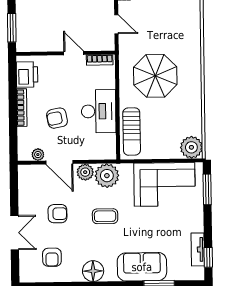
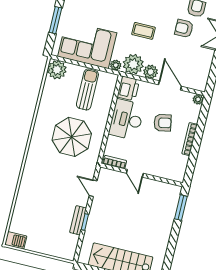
printer: (27, 74) -> (128, 88), moved, turned 180
sun lounger: (132, 132) -> (87, 89), moved
plant: (38, 155) -> (198, 99), moved
plant: (126, 170) -> (116, 65), added
window: (207, 189) -> (55, 20), moved
armchair: (57, 214) -> (184, 28), moved

